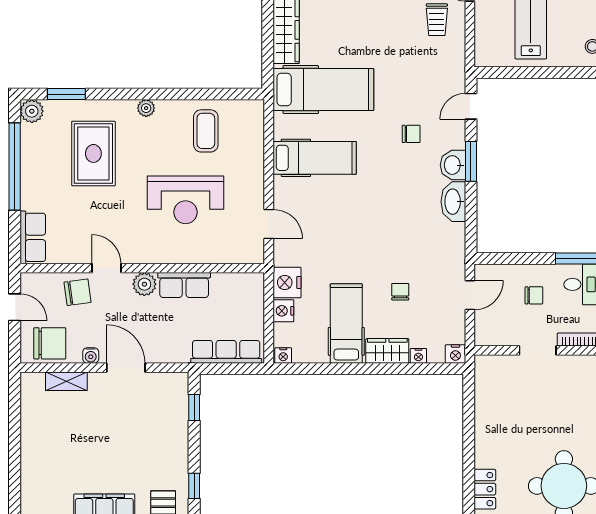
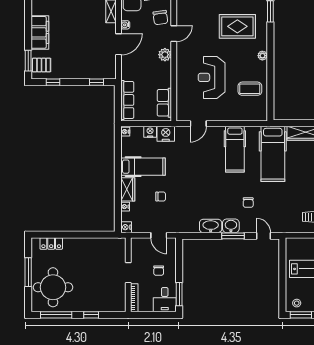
row of seats: (184, 285) -> (164, 103), moved

